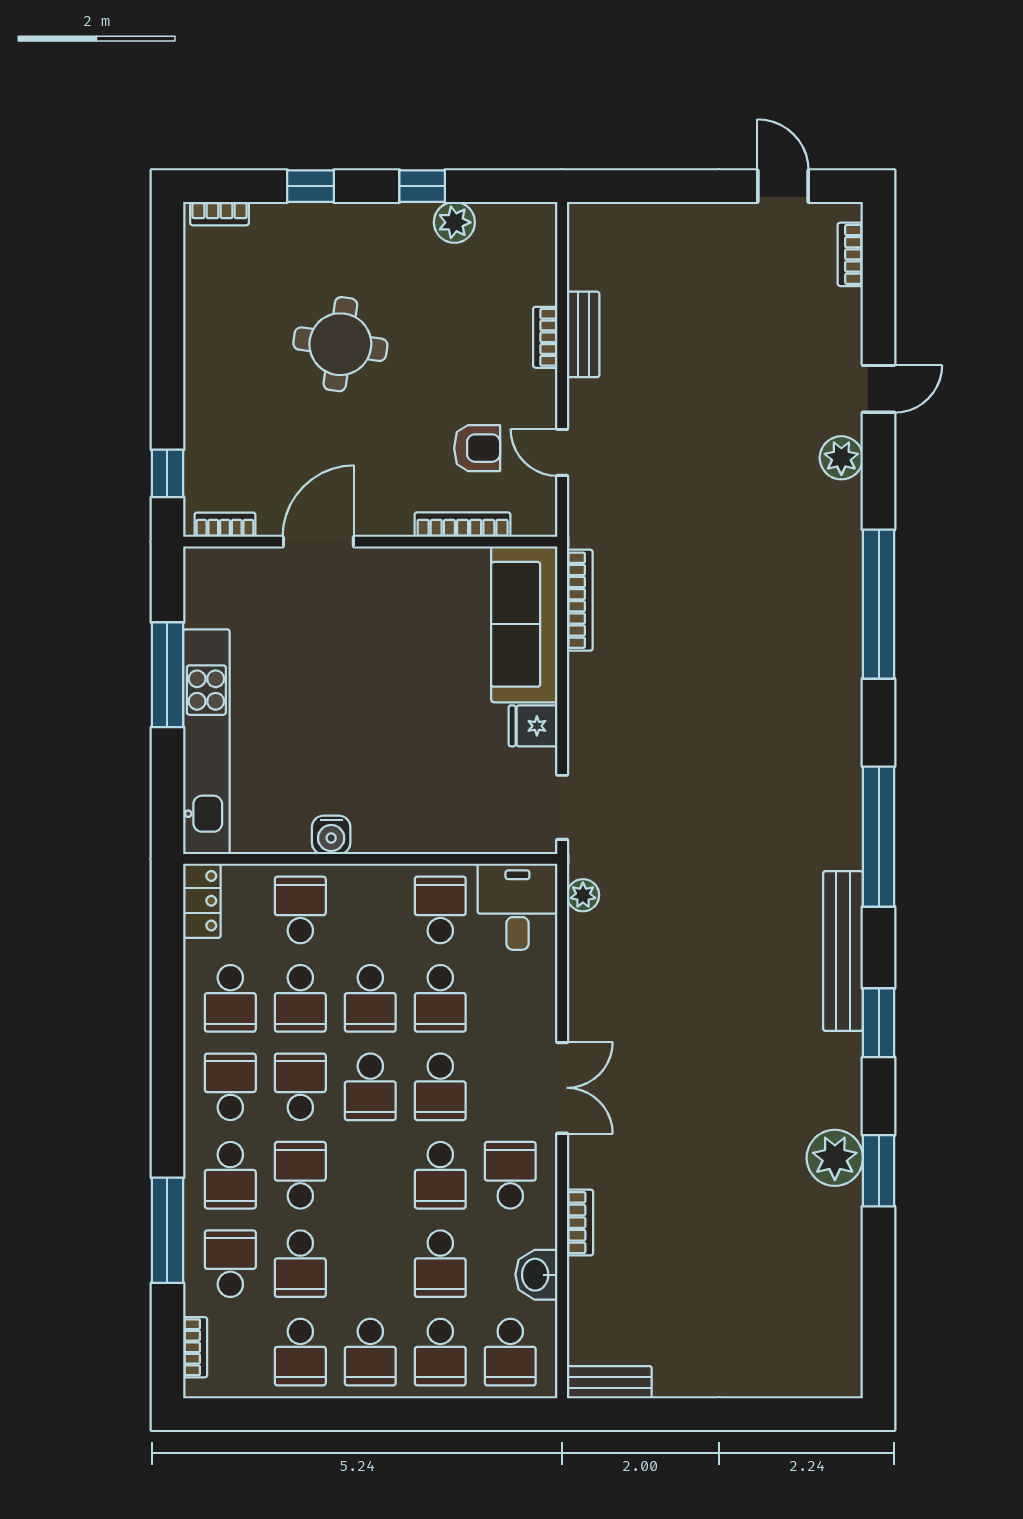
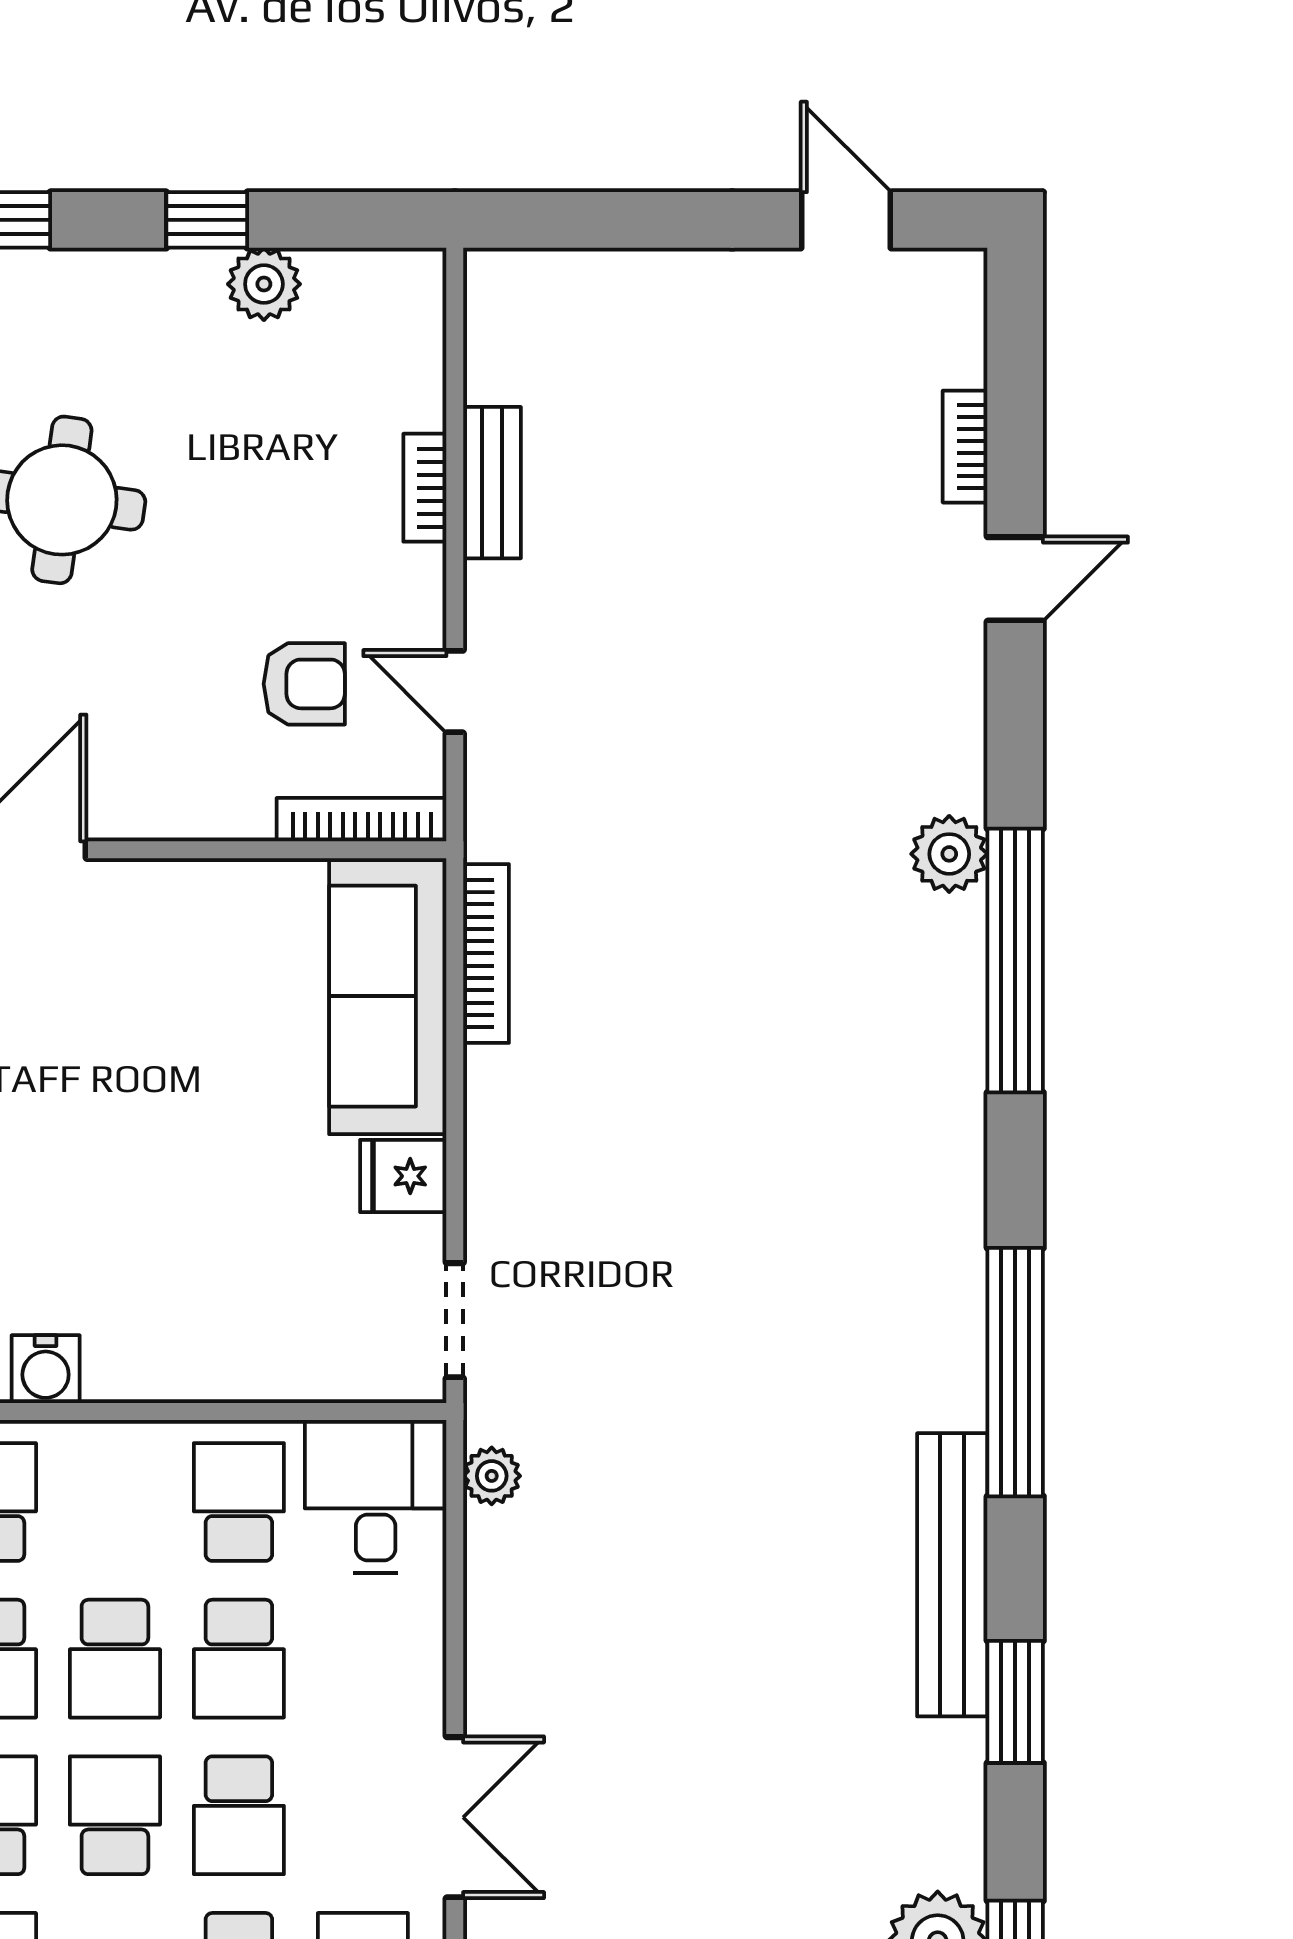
bookcase: (850, 254) -> (965, 447), moved
plant: (841, 458) -> (949, 854), moved
bookcase: (463, 525) -> (362, 820), moved
school desk: (370, 1087) -> (115, 1815), turned 180

